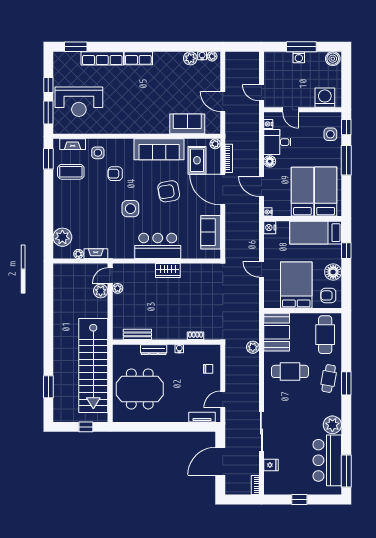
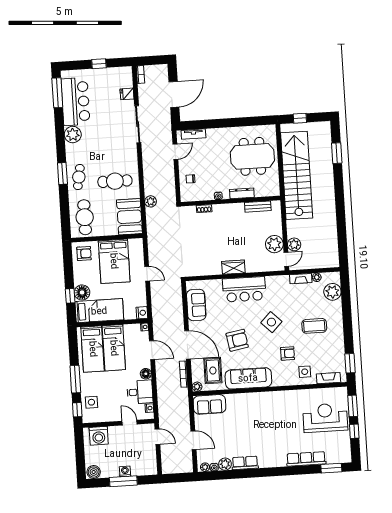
row of seats: (138, 58) -> (245, 463), moved
door: (223, 102) -> (193, 440), moved
sofa: (187, 124) -> (210, 404), moved
coffee table: (71, 172) -> (314, 326), moved
side table: (130, 209) -> (271, 322), turned 45
floor lamp: (333, 272) -> (82, 292), moved
plant: (118, 288) -> (274, 244), width x1.87, depth x1.87

